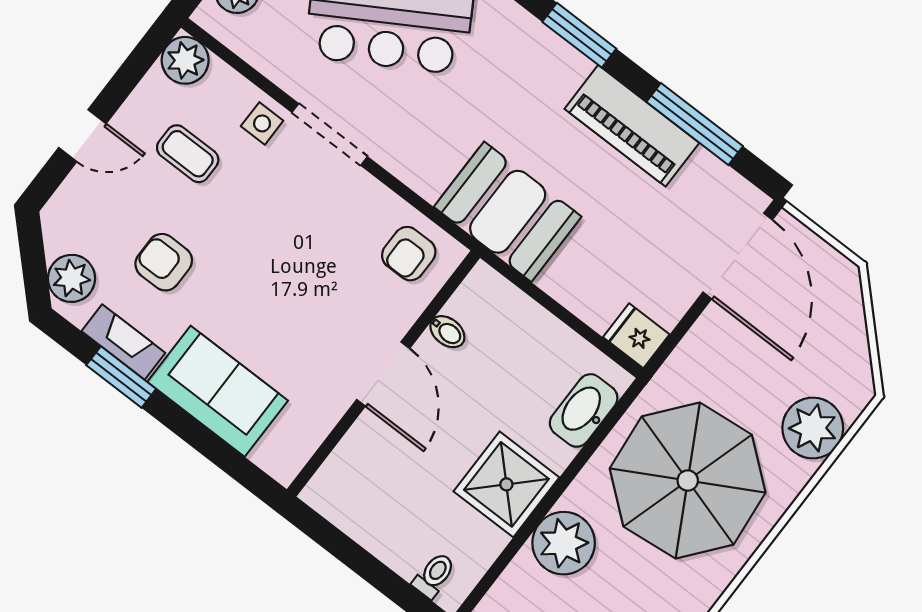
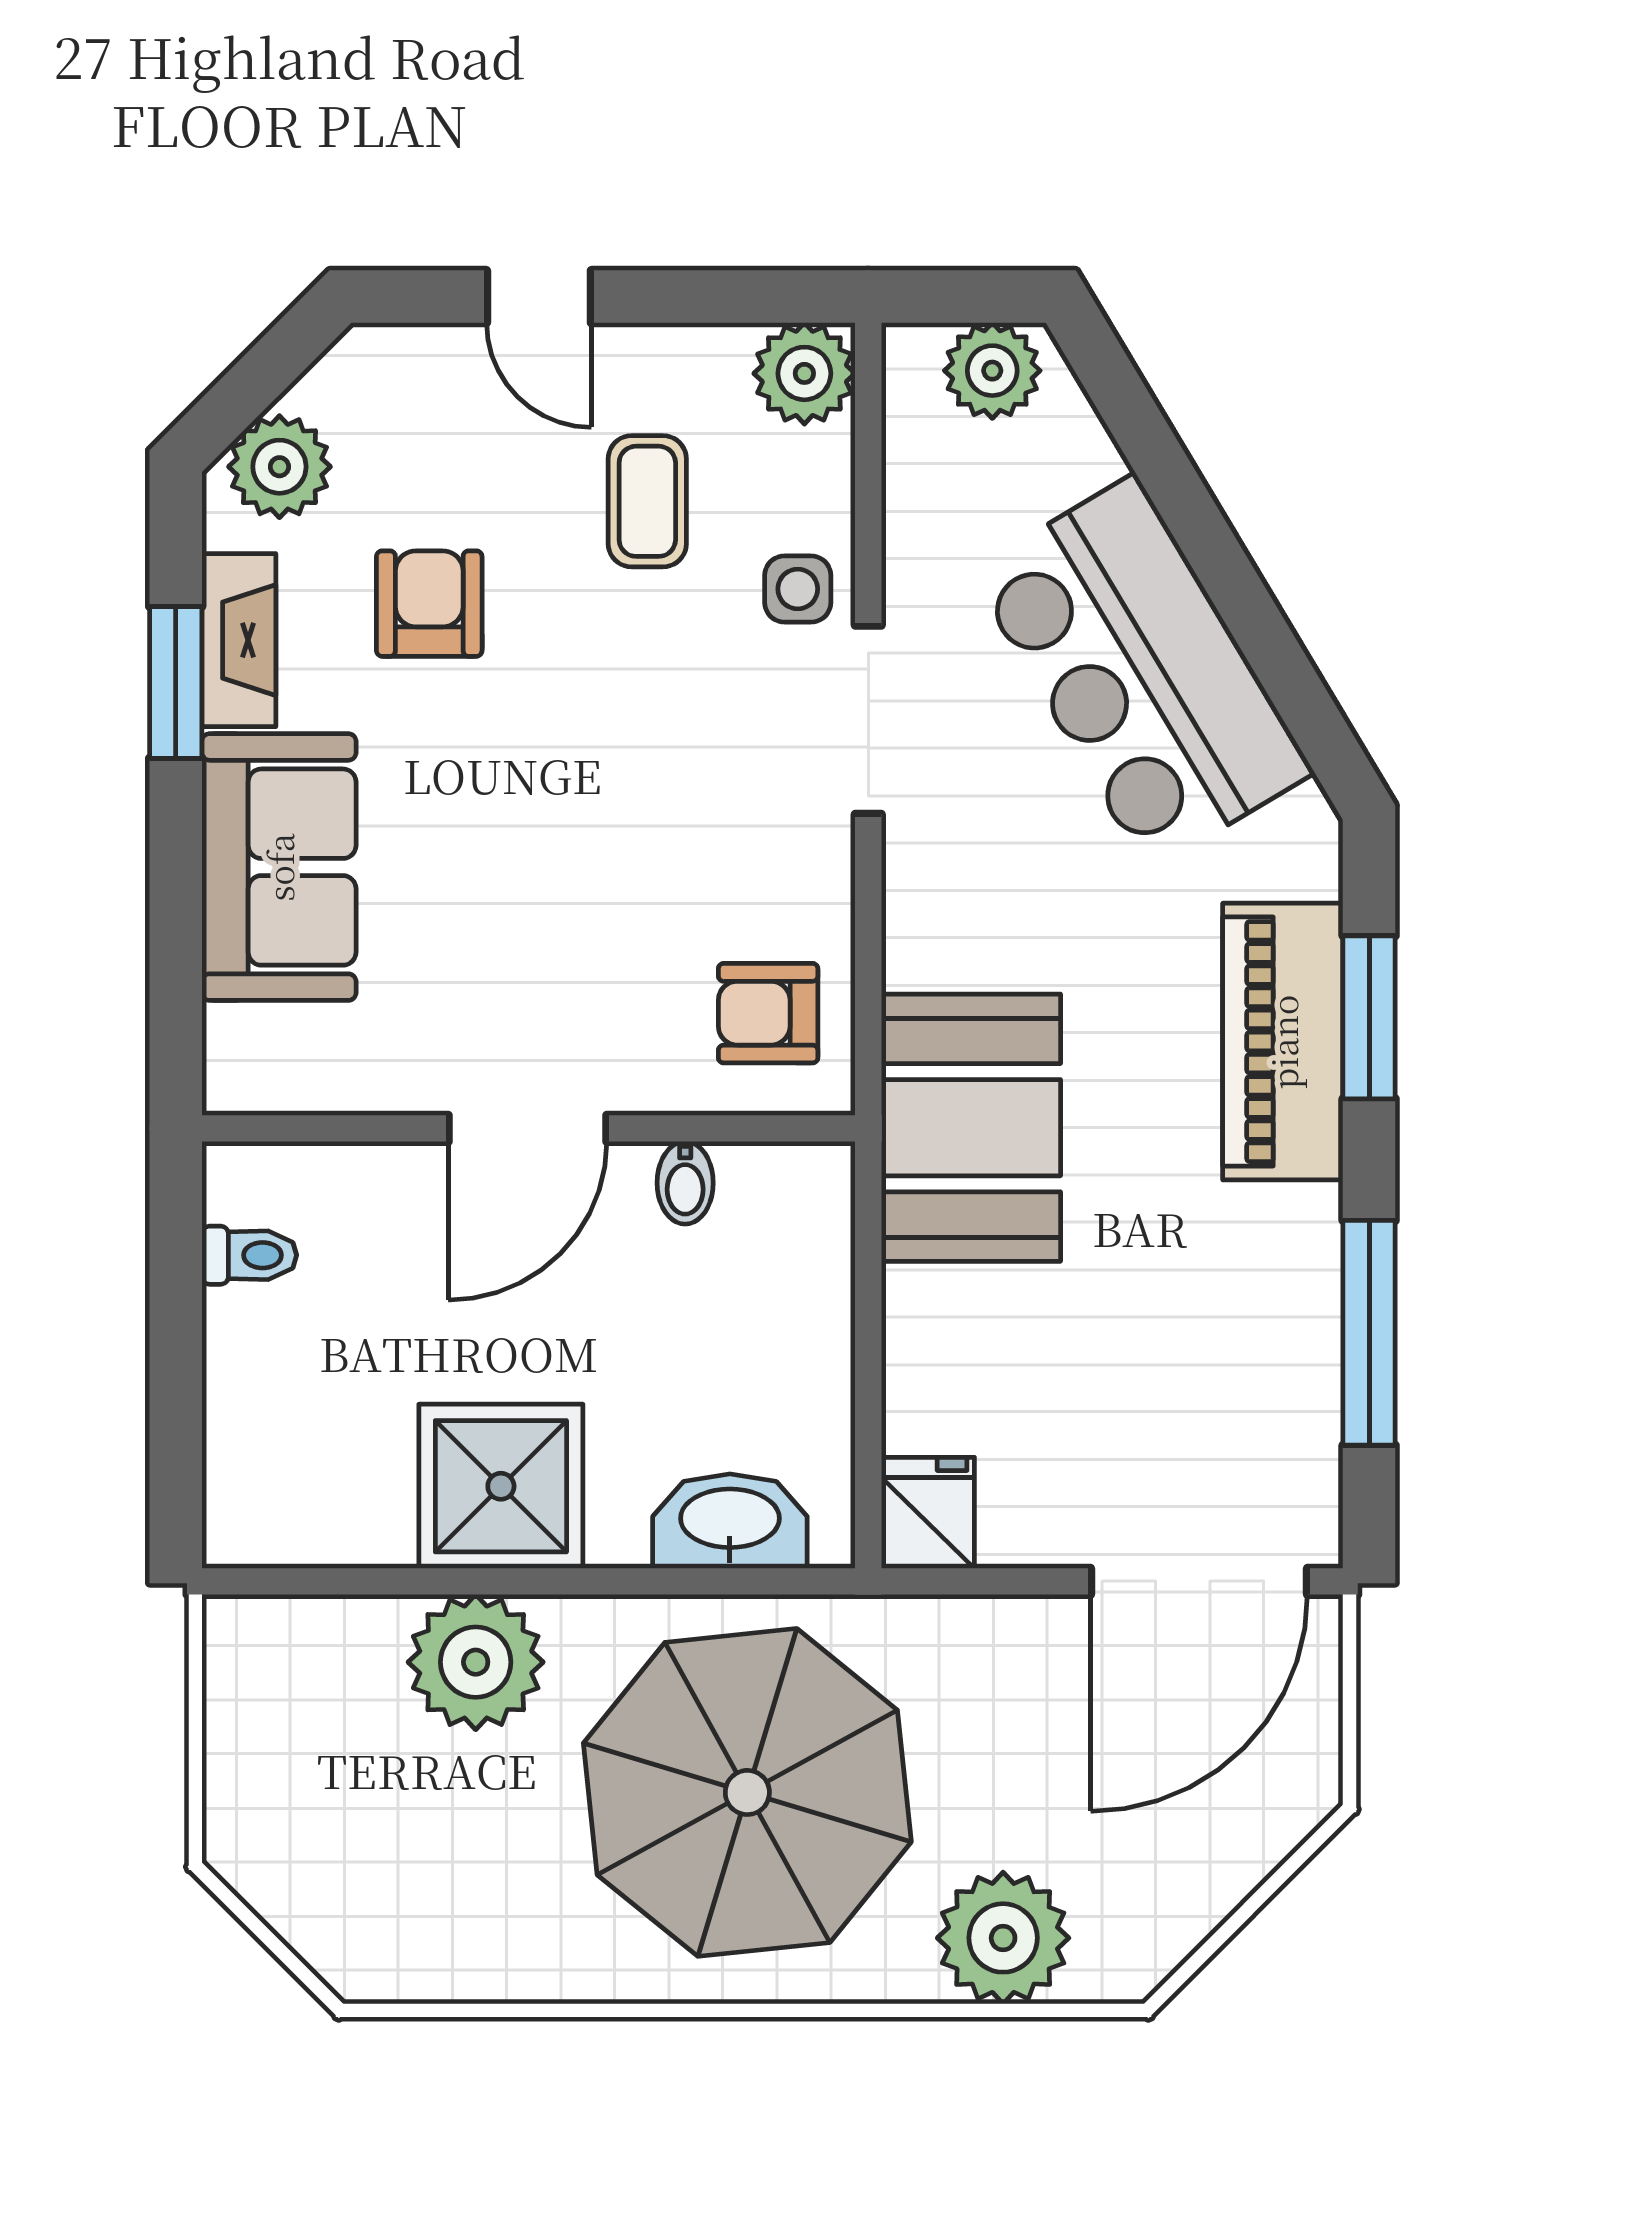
piano: (632, 126) -> (1283, 1042), moved
toilet: (434, 575) -> (249, 1255), moved

